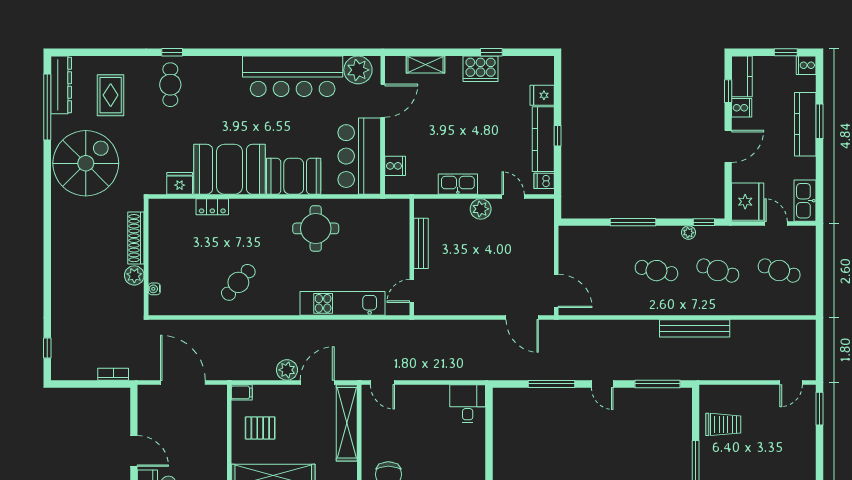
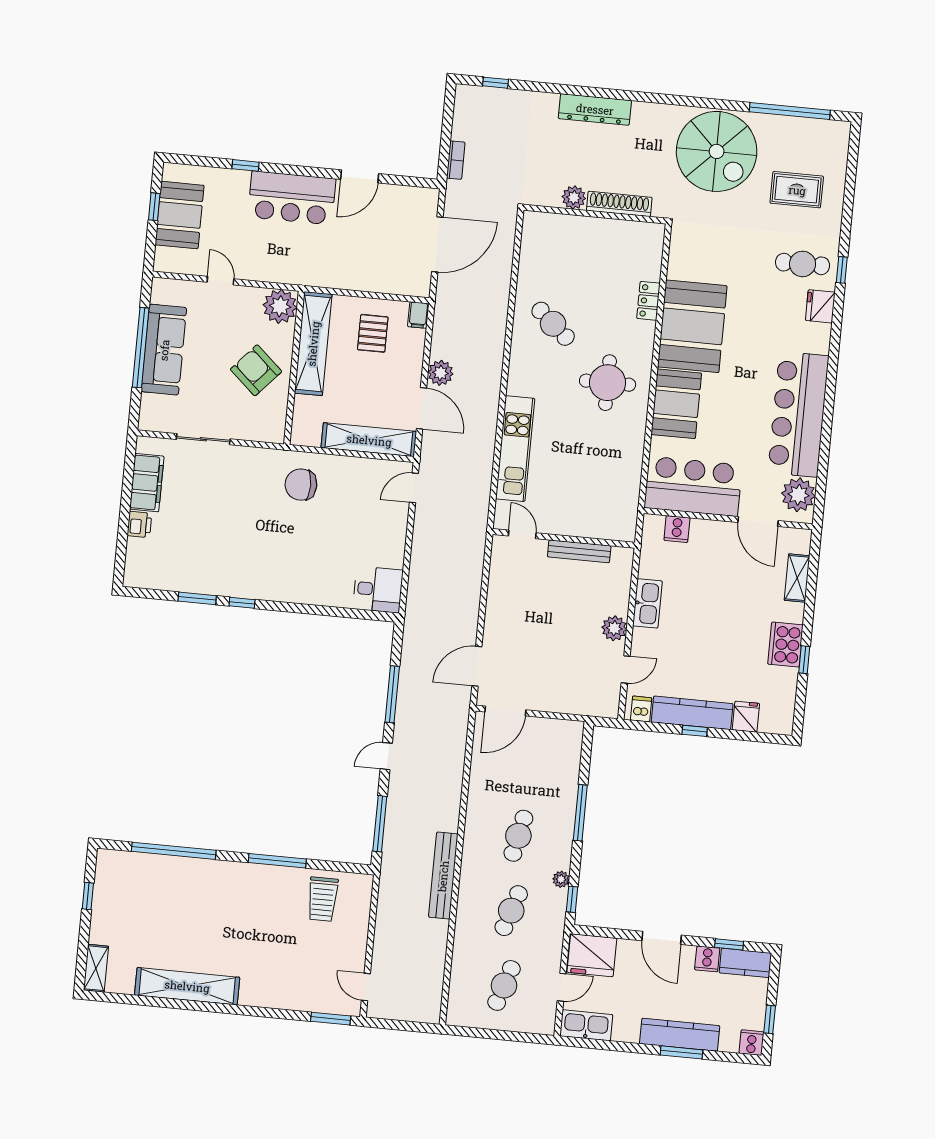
dresser: (61, 85) -> (595, 109), moved
fridge: (180, 183) -> (820, 306), moved, turned 180
round table: (316, 228) -> (608, 383), moved
water cooler: (154, 289) -> (555, 220), removed

